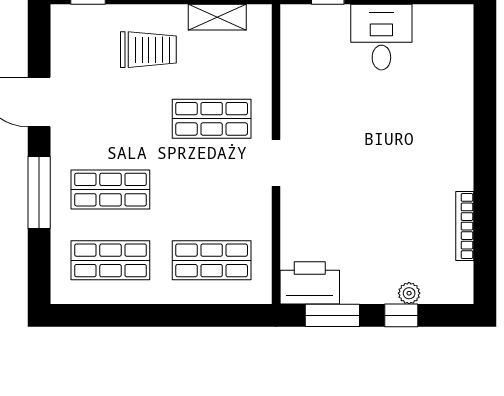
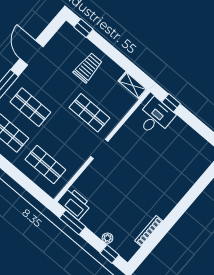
shelving: (217, 17) -> (133, 85), moved
desk: (381, 37) -> (155, 117), moved
trolley: (148, 50) -> (88, 68), turned -90
window: (401, 315) -> (110, 254), moved

